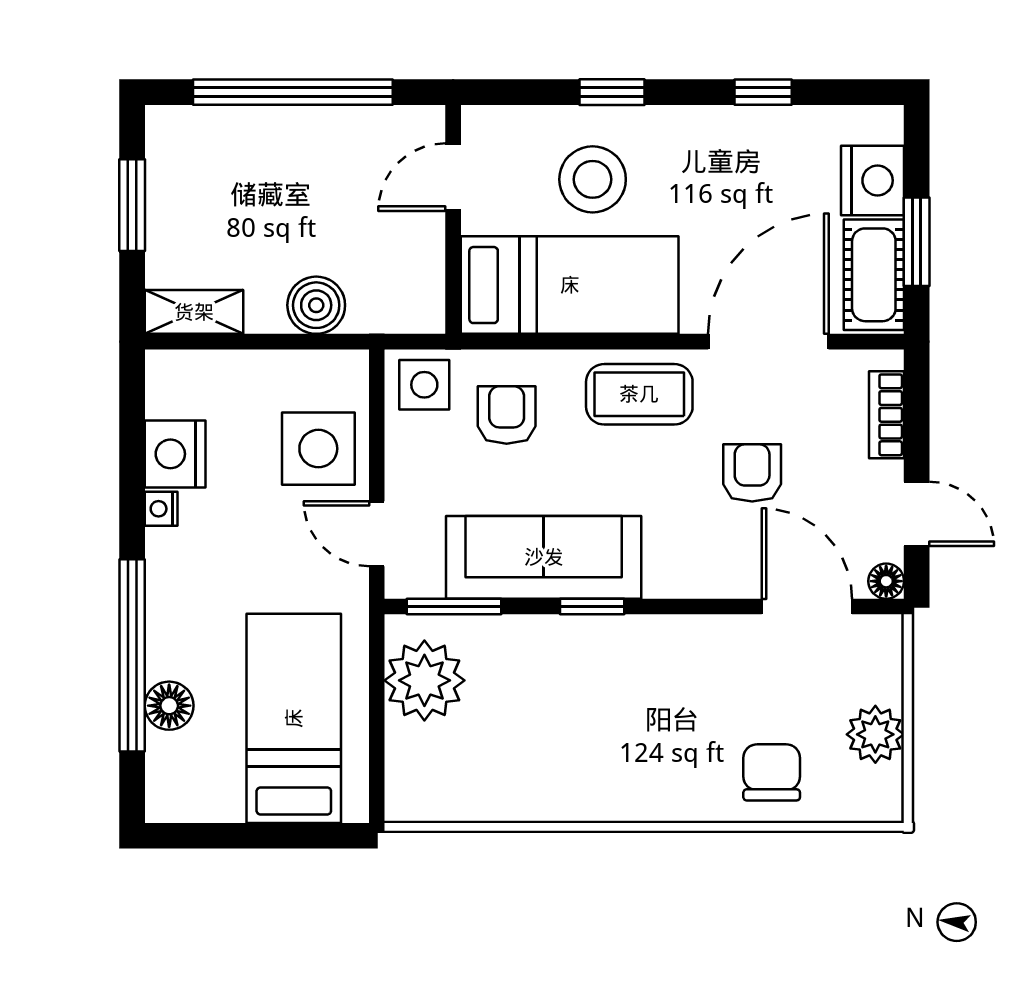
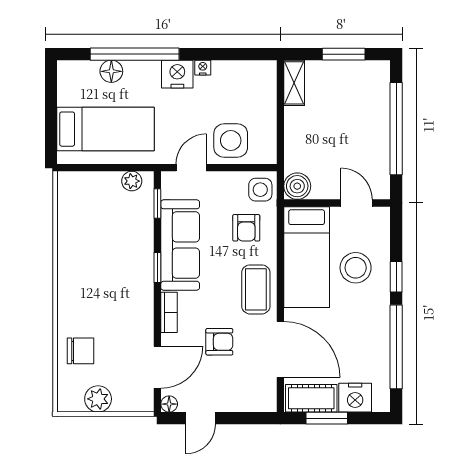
window: (763, 92) -> (396, 347), width x3.17
boiler: (316, 305) -> (297, 186), moved
armchair: (507, 415) -> (246, 228), turned 90
bookcase: (886, 415) -> (169, 312), moved, turned 90
nightstand: (175, 454) -> (177, 74), moved
window: (454, 607) -> (157, 203), width x0.67
plant: (424, 680) -> (132, 181), width x0.53, depth x0.53

